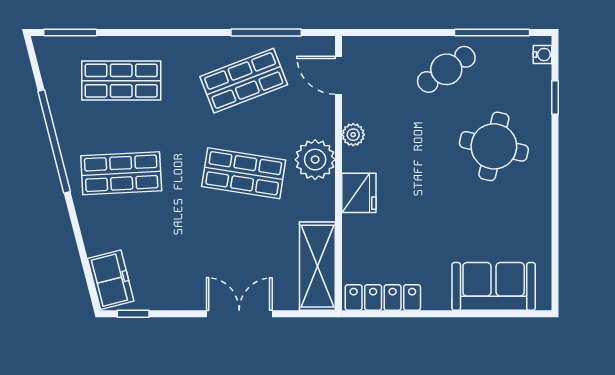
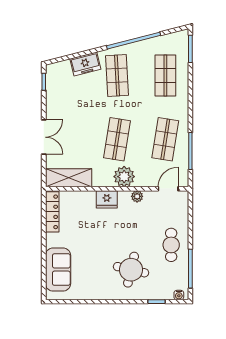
cafe table: (446, 69) -> (171, 245), turned 34
shop shelf: (244, 81) -> (165, 139), turned 30
freezer: (111, 280) -> (85, 64), moved

